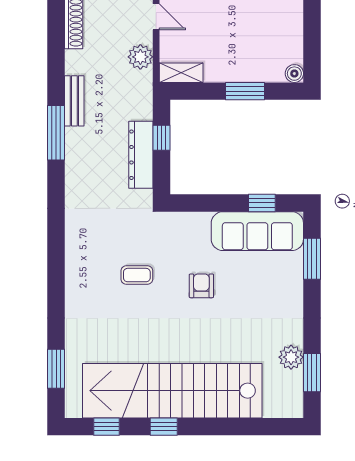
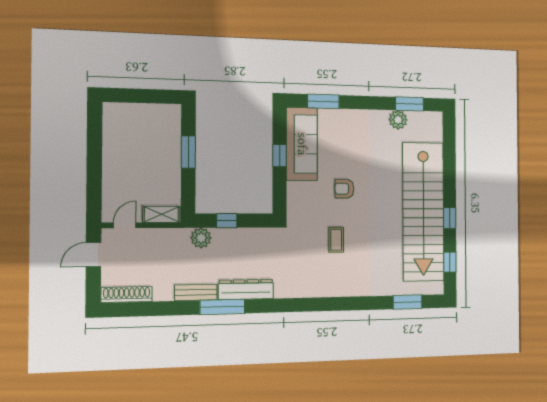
plant: (140, 57) -> (201, 238), moved
shelving: (181, 73) -> (161, 214), moved, turned 90
boiler: (294, 74) -> (174, 111), removed
dresser: (141, 155) -> (246, 289), moved, turned 180
window: (262, 203) -> (280, 156), moved

